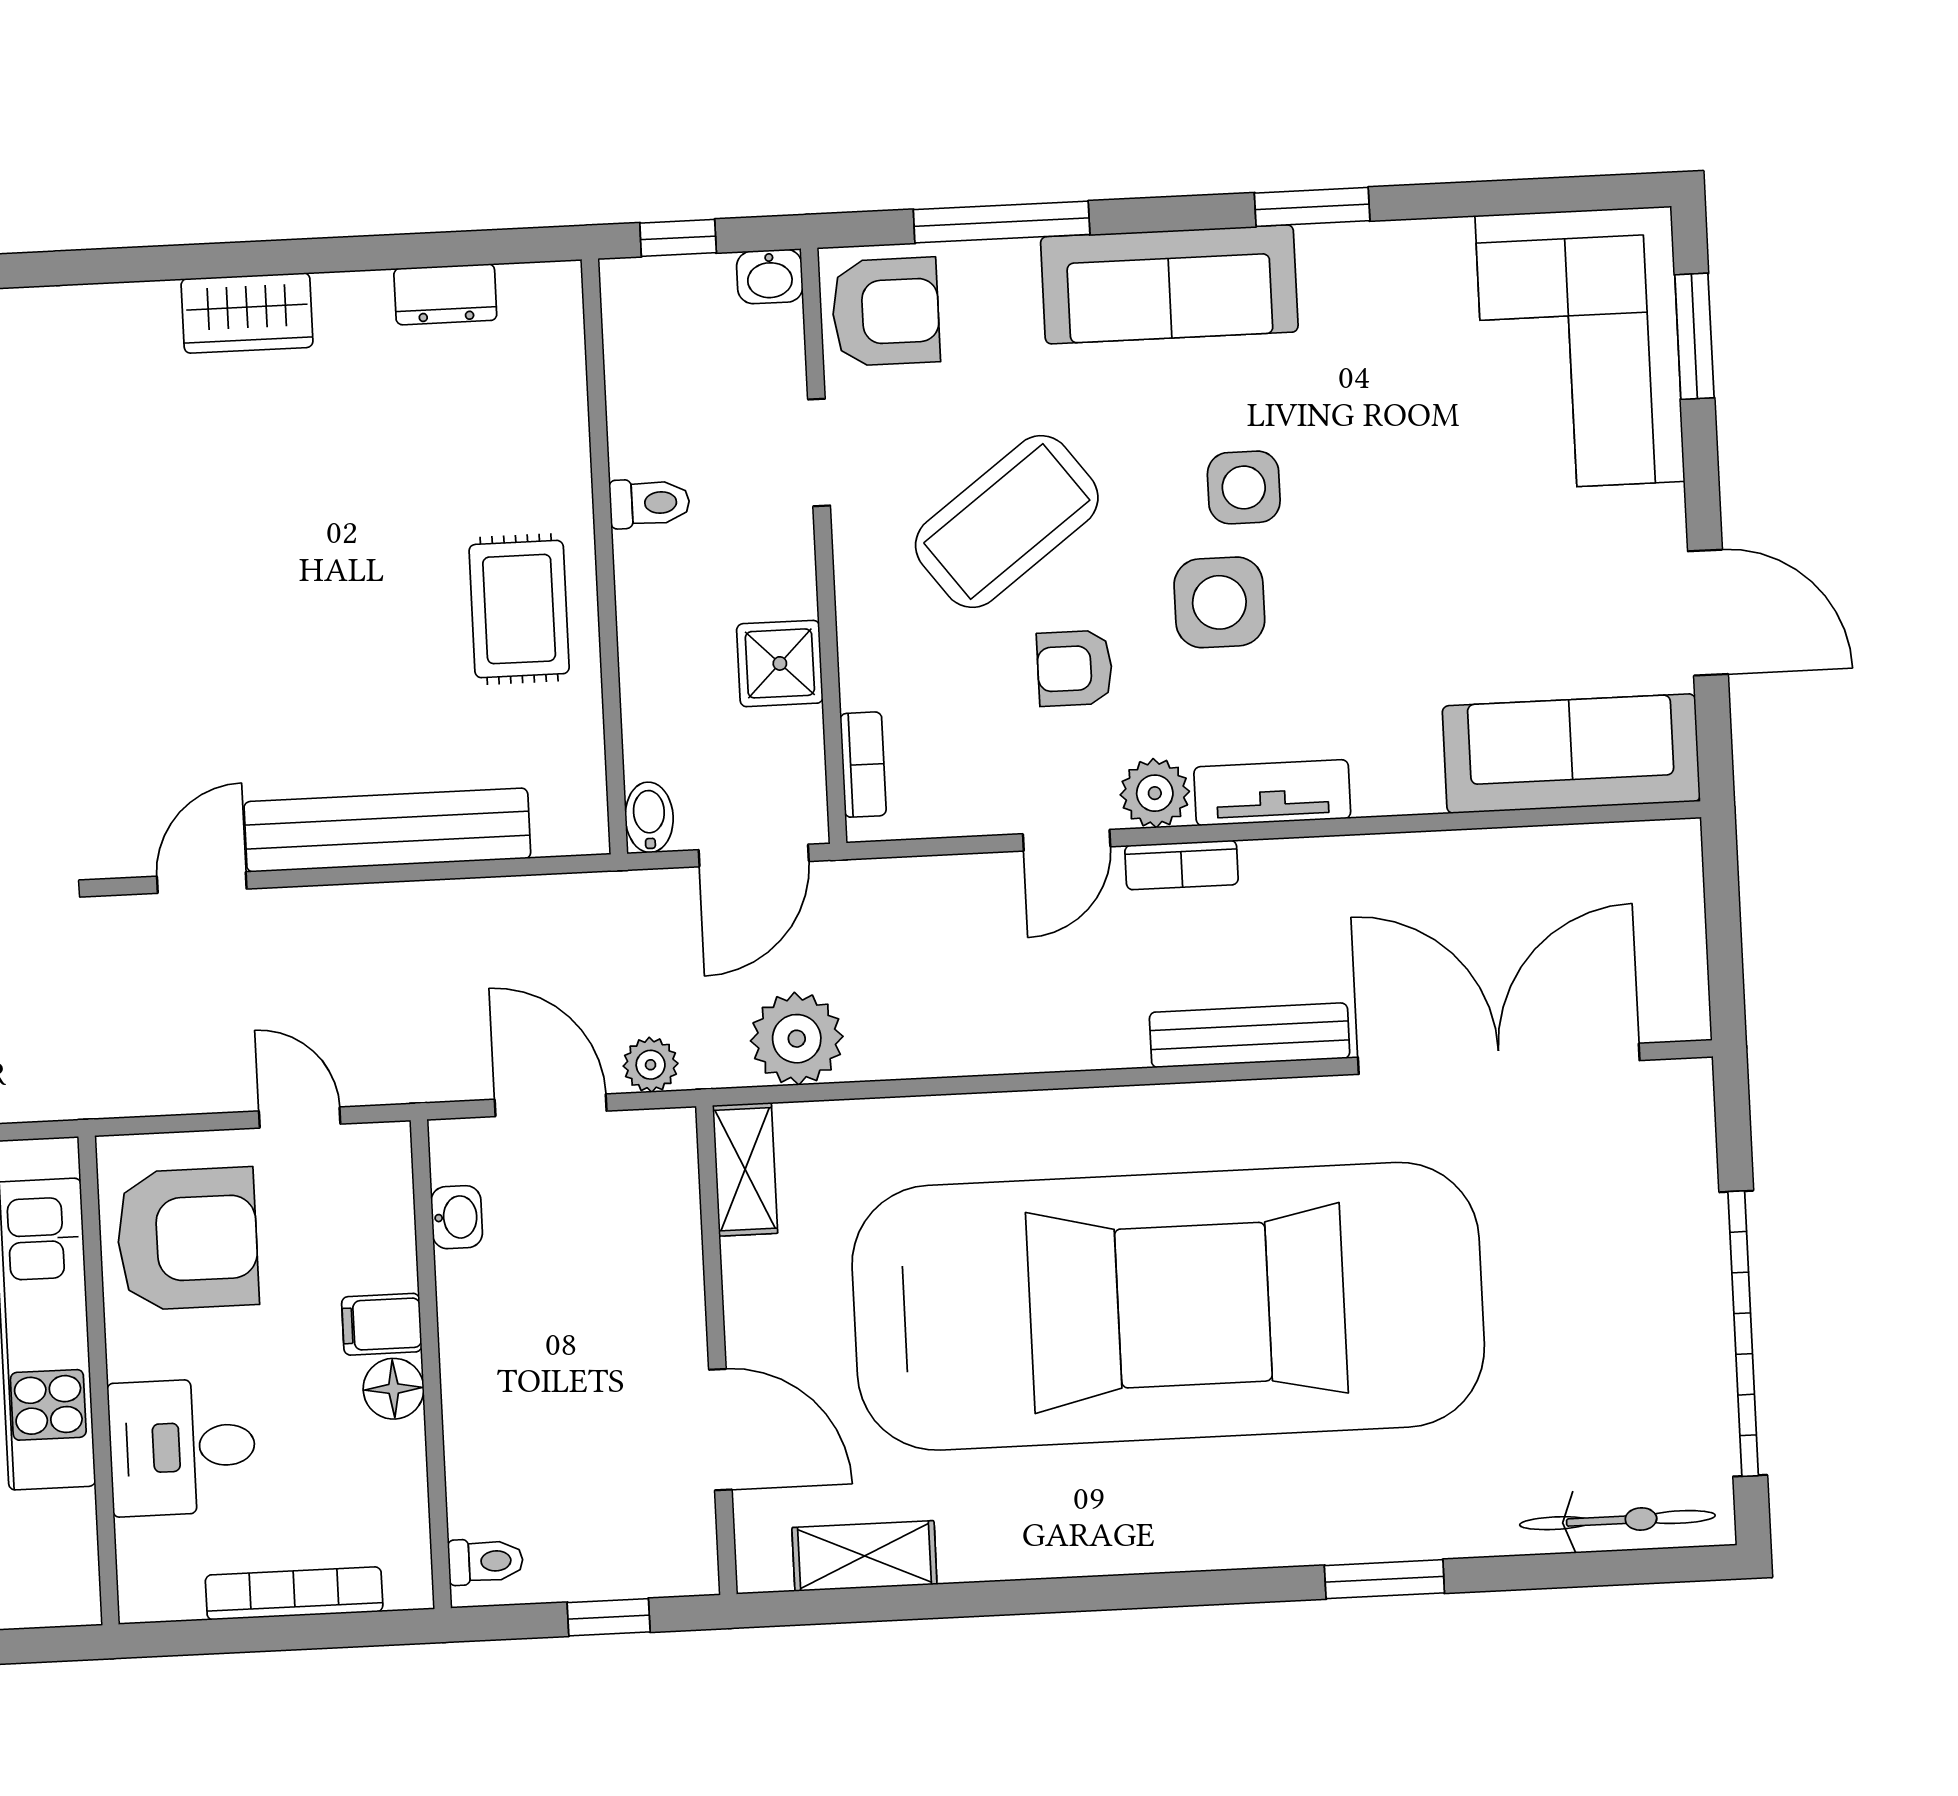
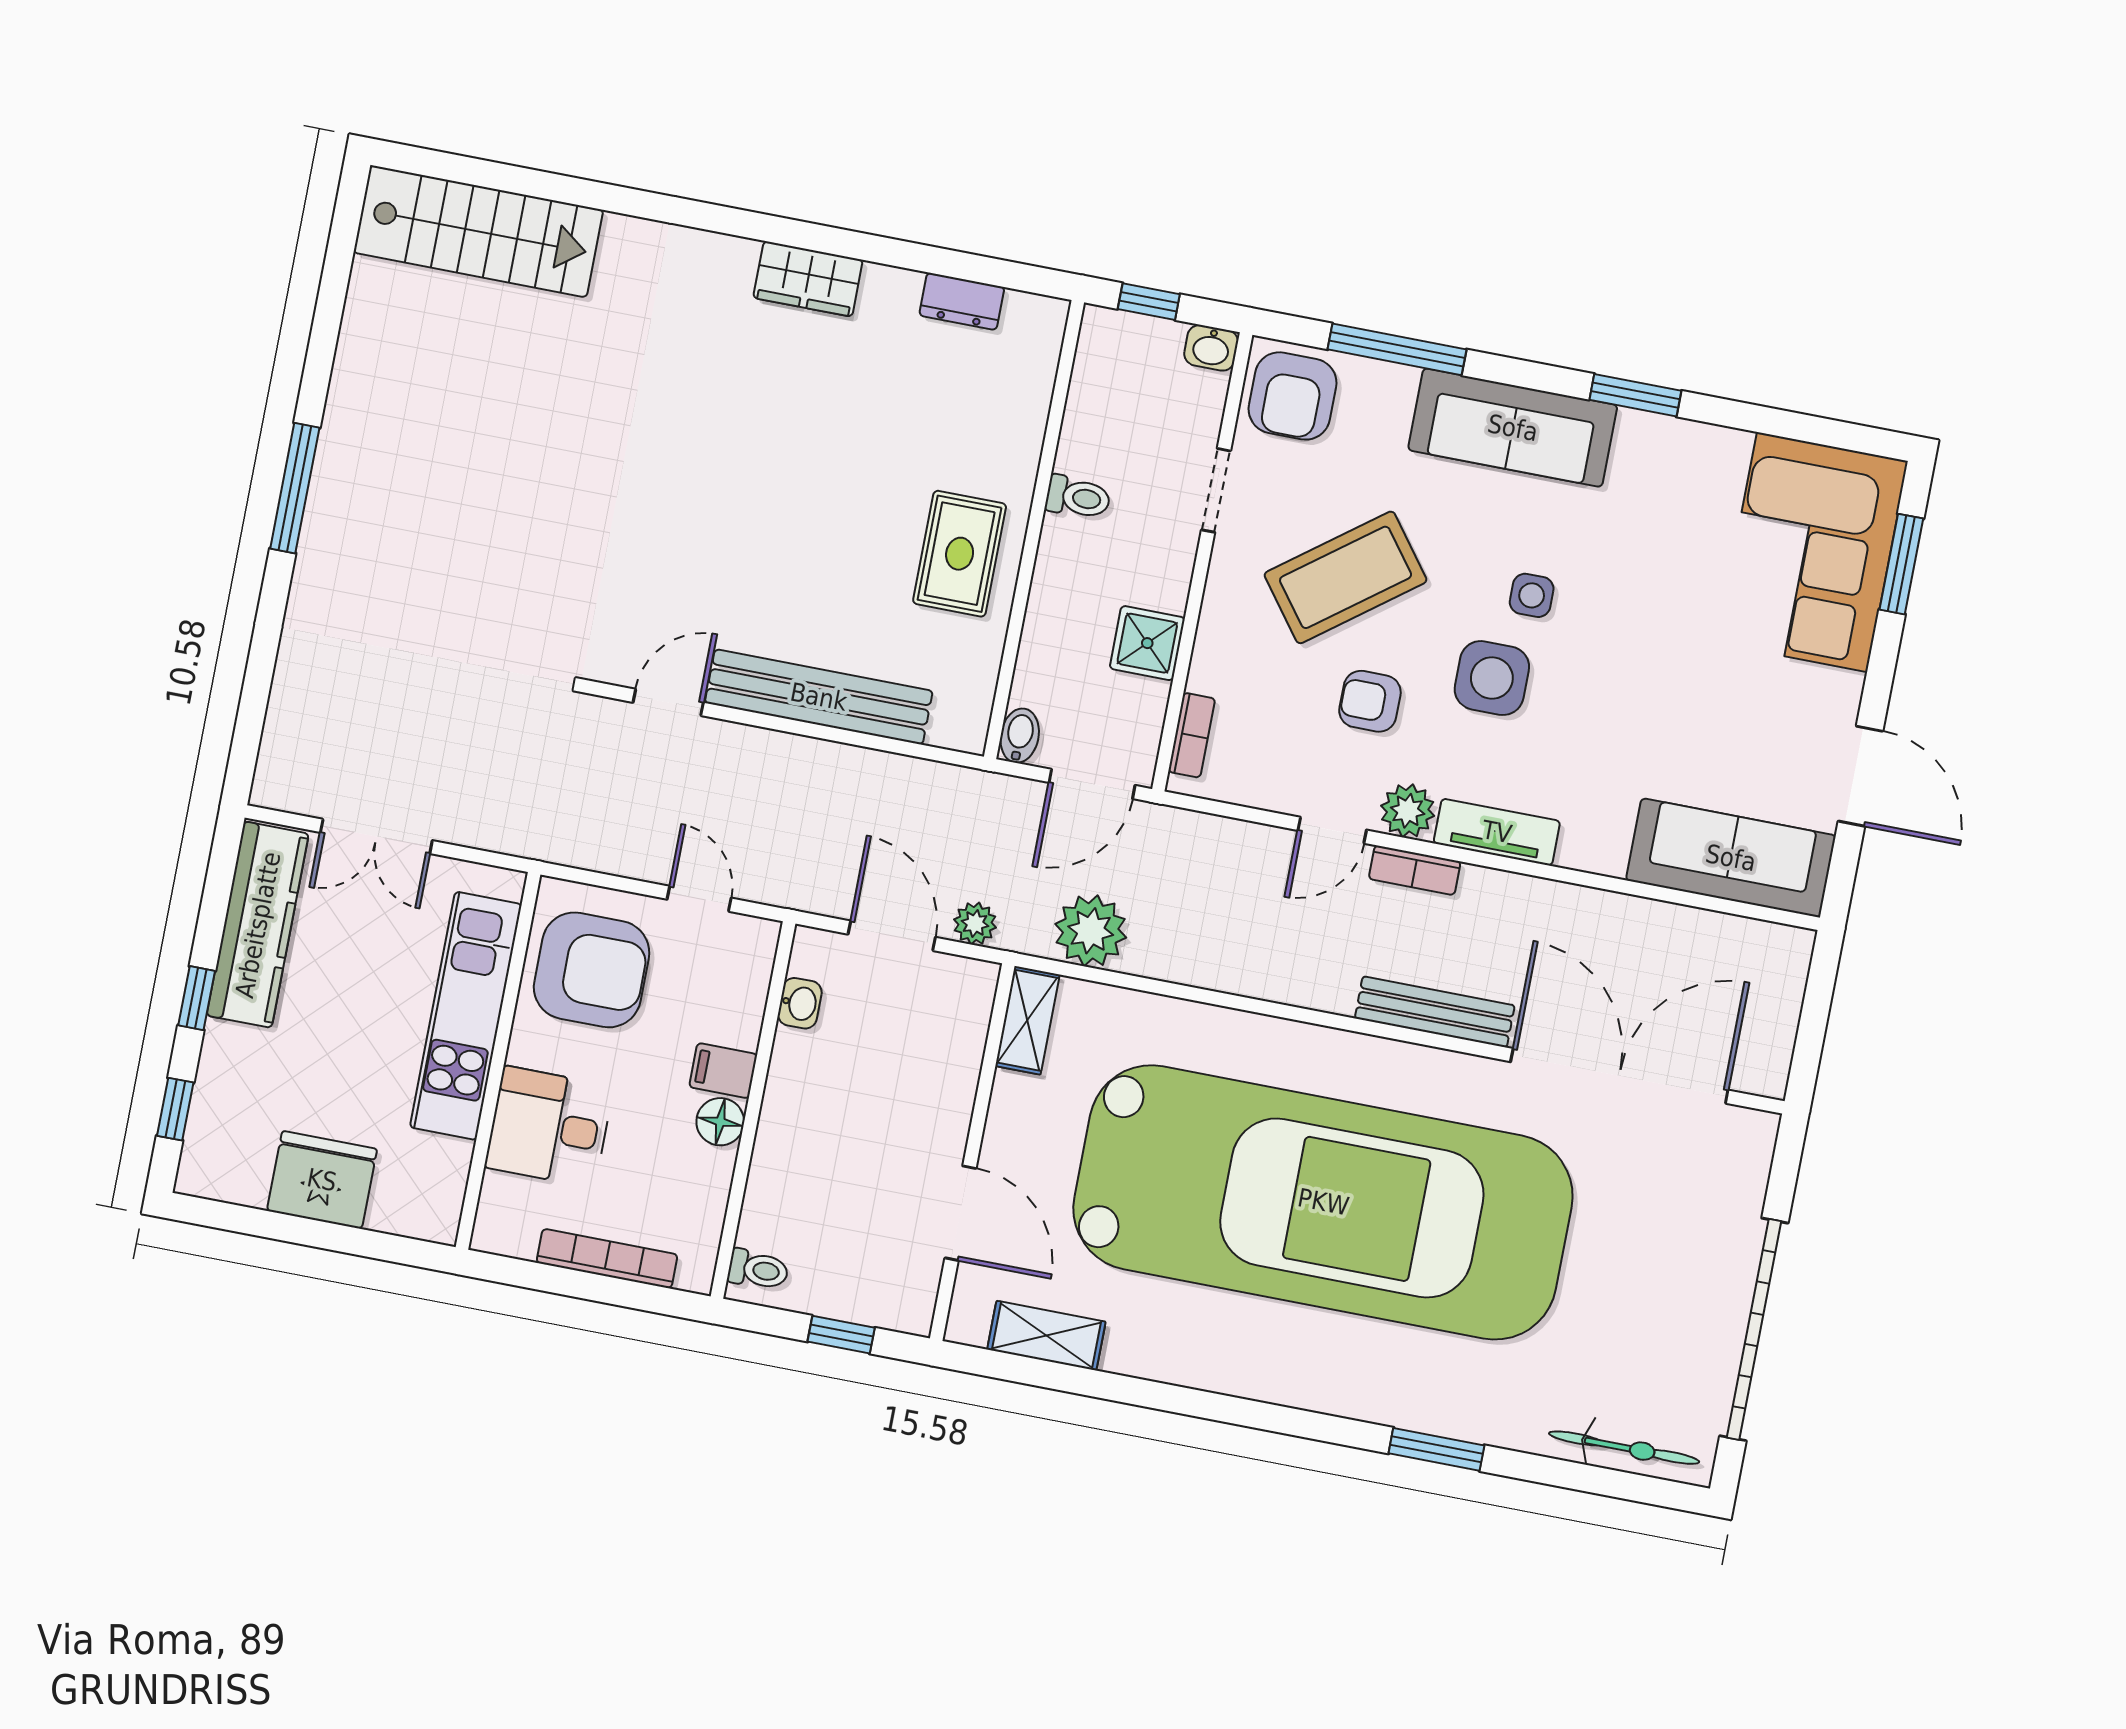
armchair: (886, 312) -> (1293, 396), turned 90
side table: (1244, 487) -> (1532, 595), width x0.73, depth x0.73

